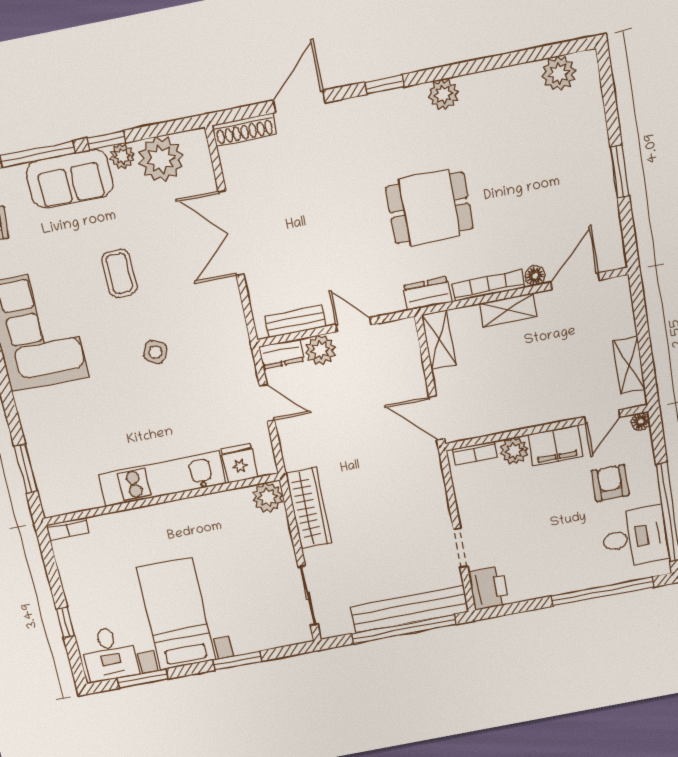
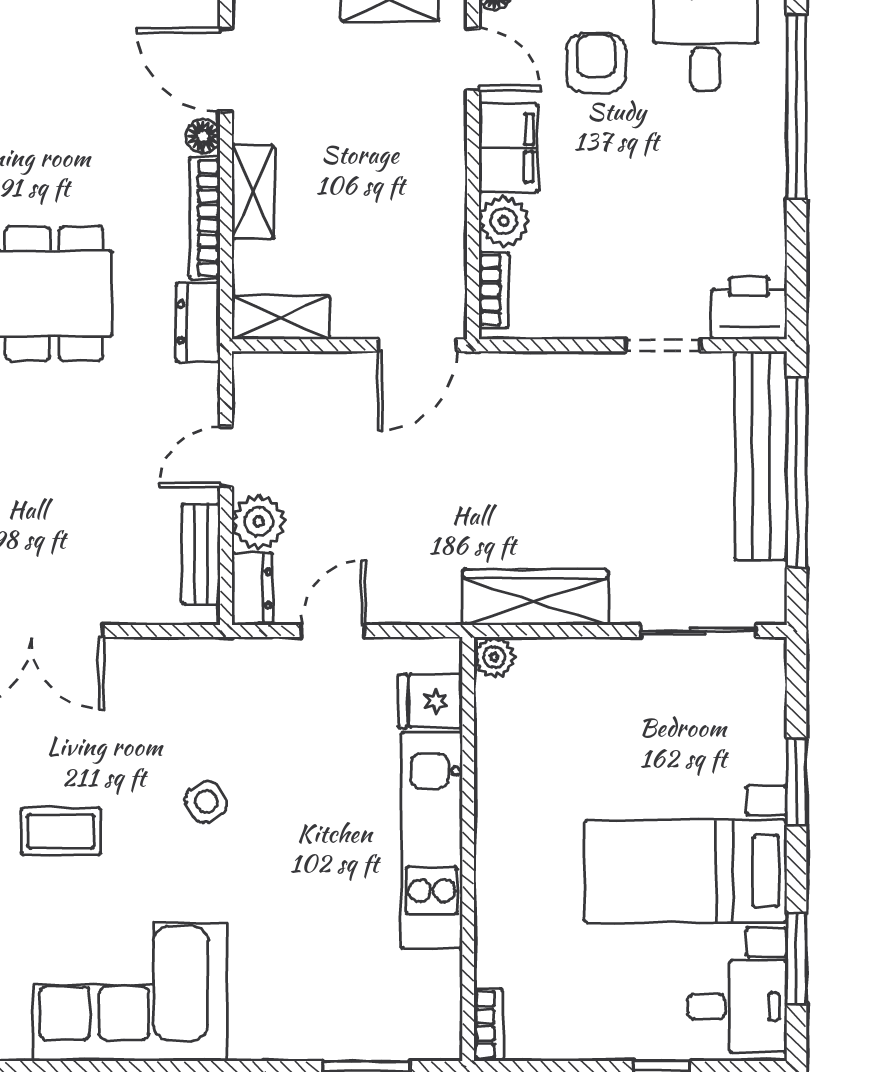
side table: (155, 352) -> (206, 802), turned 36
armchair: (610, 483) -> (596, 63), turned 90
plant: (268, 497) -> (494, 657), width x0.73, depth x0.73

